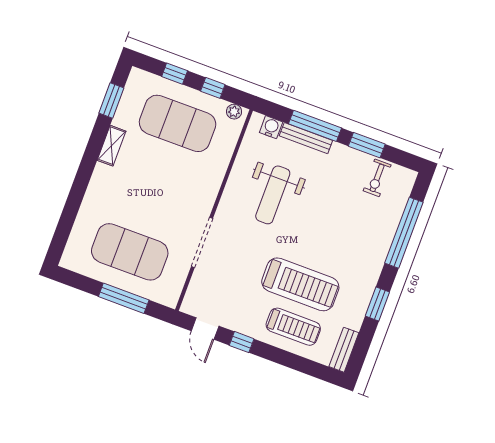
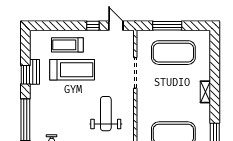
shelving: (111, 146) -> (205, 92), moved
treadmill: (300, 284) -> (72, 70), turned 180
bench: (344, 350) -> (35, 72), moved

